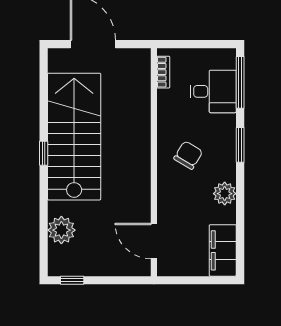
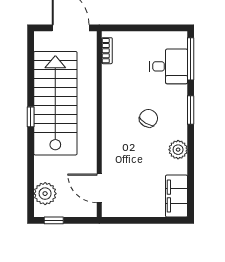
bookcase: (163, 72) -> (107, 51), moved
wall: (154, 162) -> (99, 124), moved
plant: (61, 230) -> (45, 194), moved
door: (154, 241) -> (99, 188), moved

